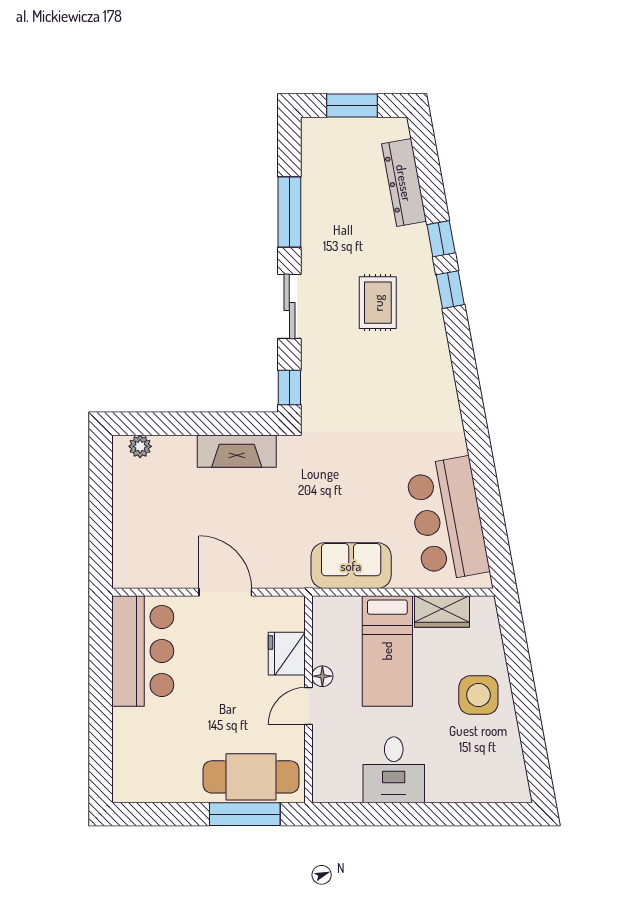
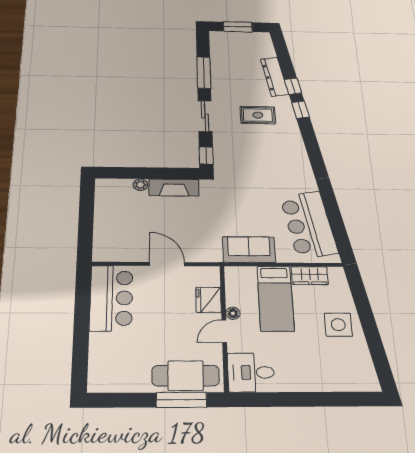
dresser: (404, 183) -> (275, 77), moved
rug: (378, 303) -> (258, 115), turned 90
plant: (140, 446) -> (140, 185), moved
desk: (394, 770) -> (251, 372), moved, turned 90

